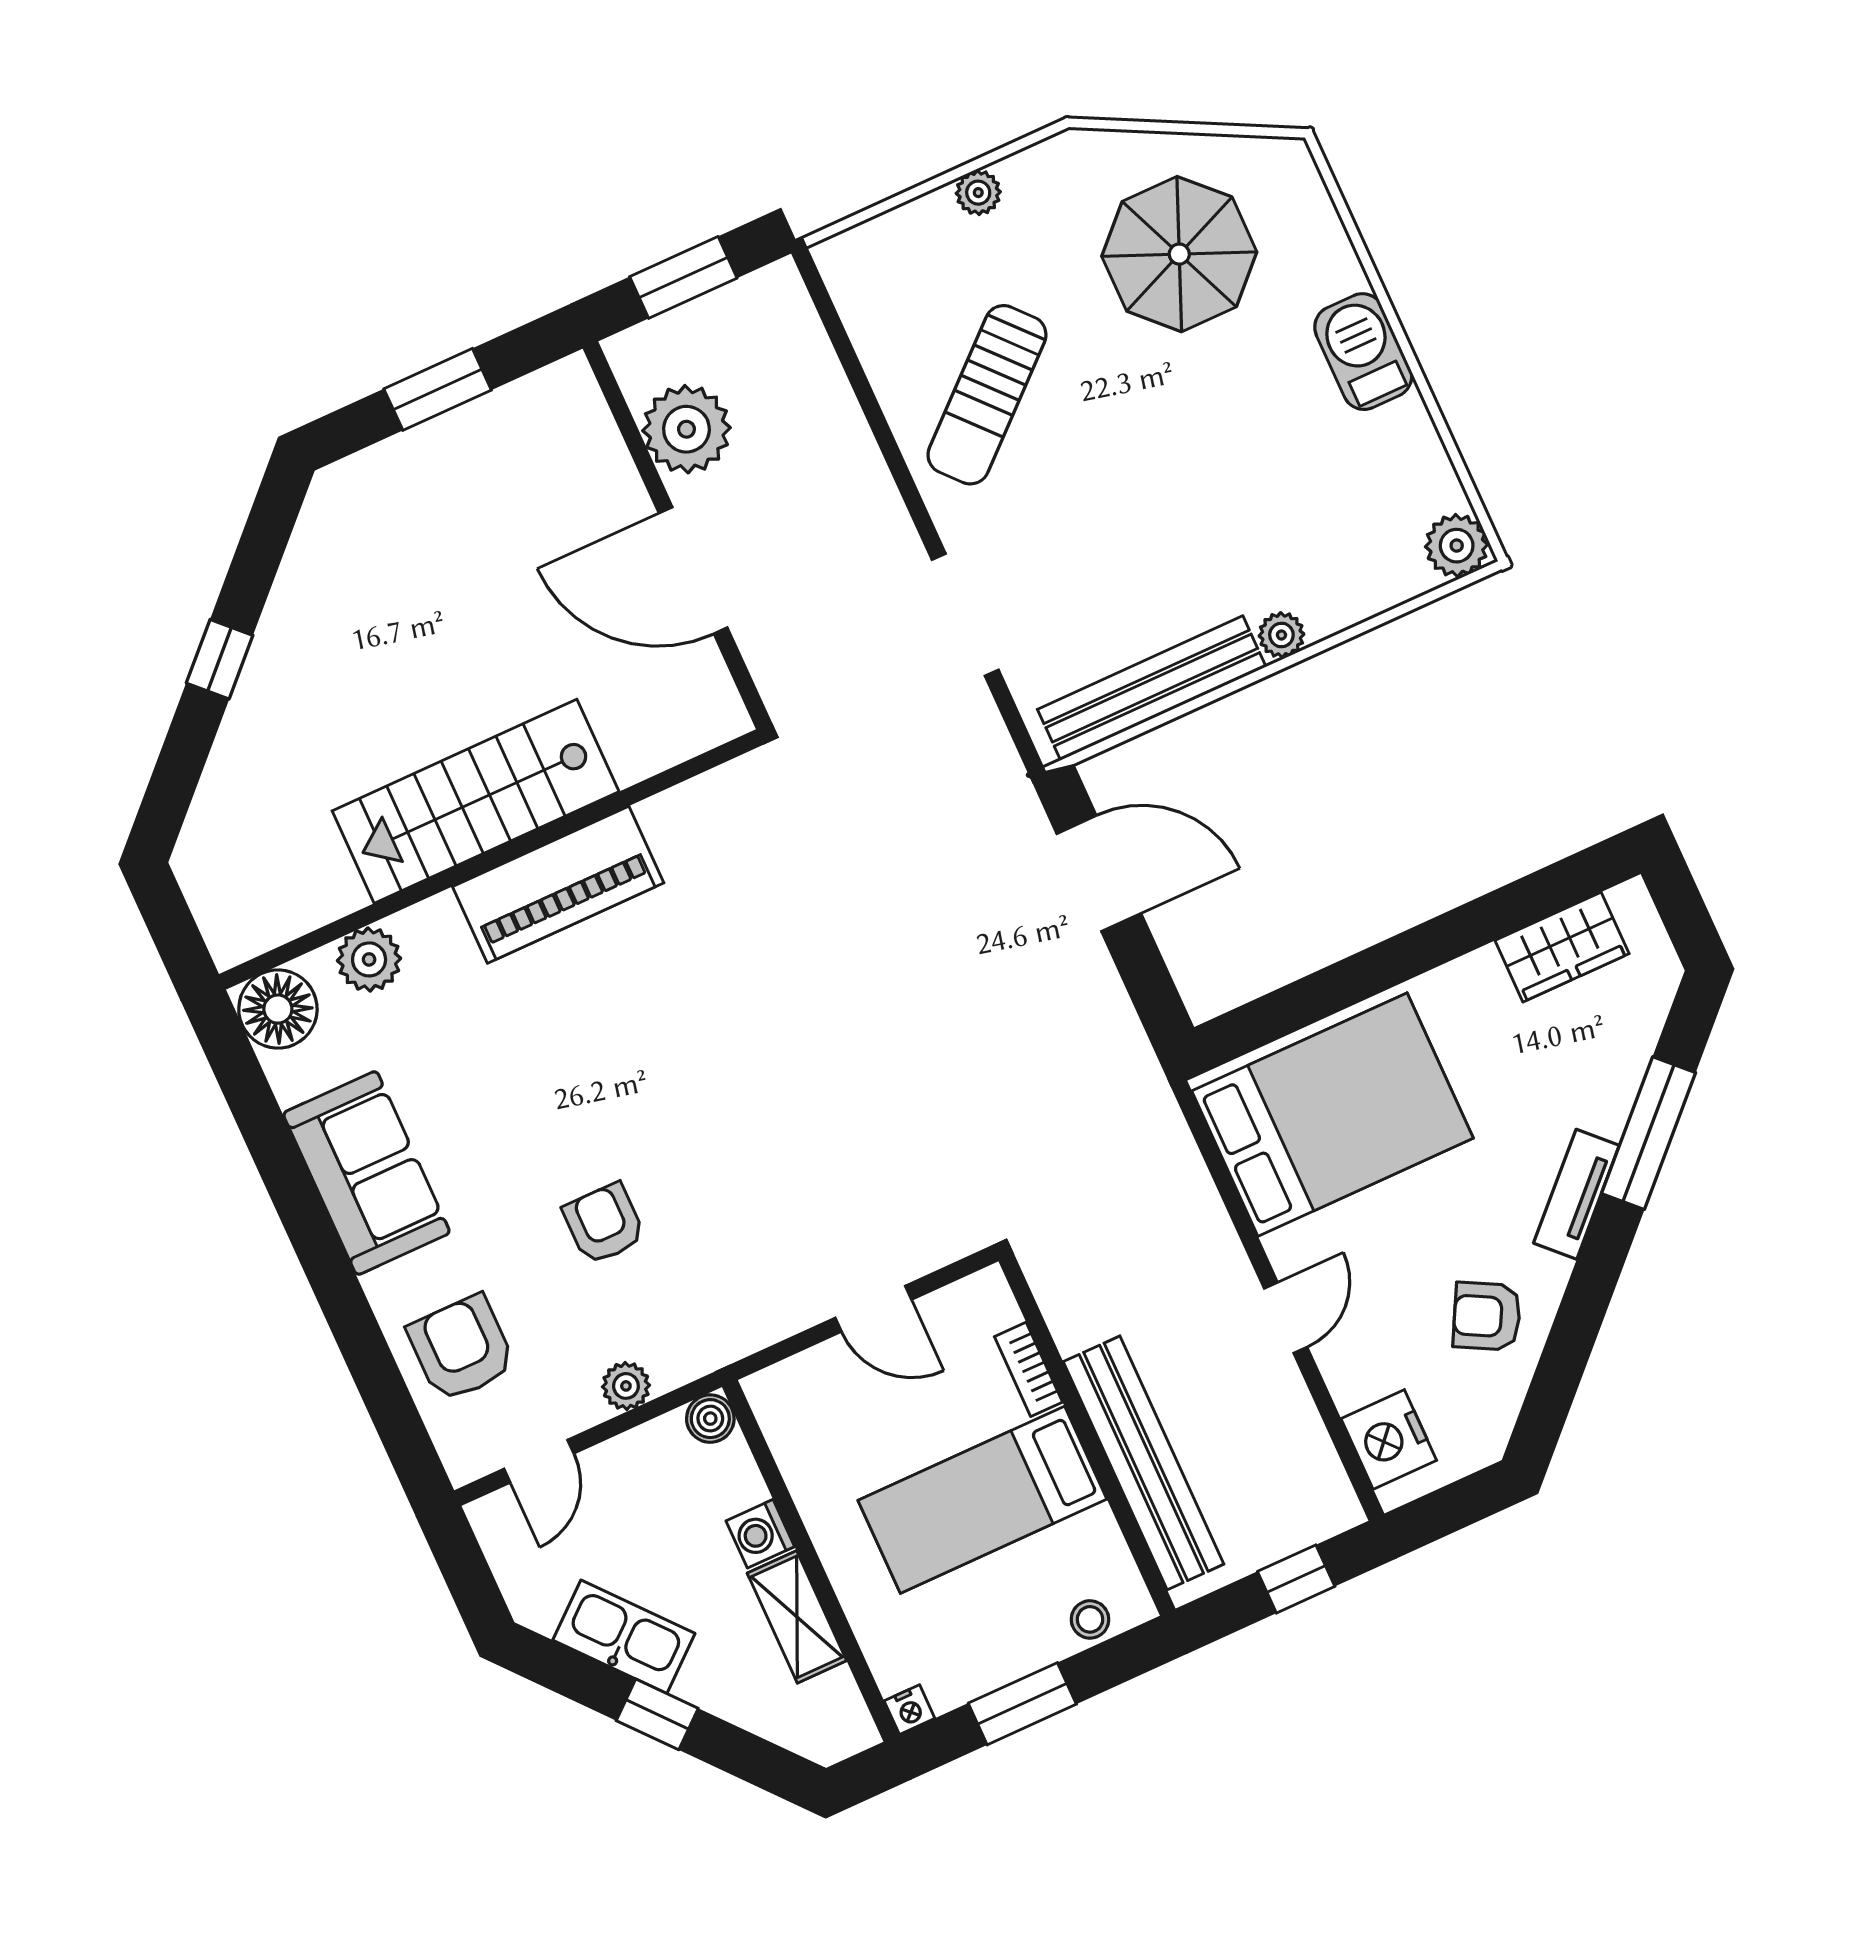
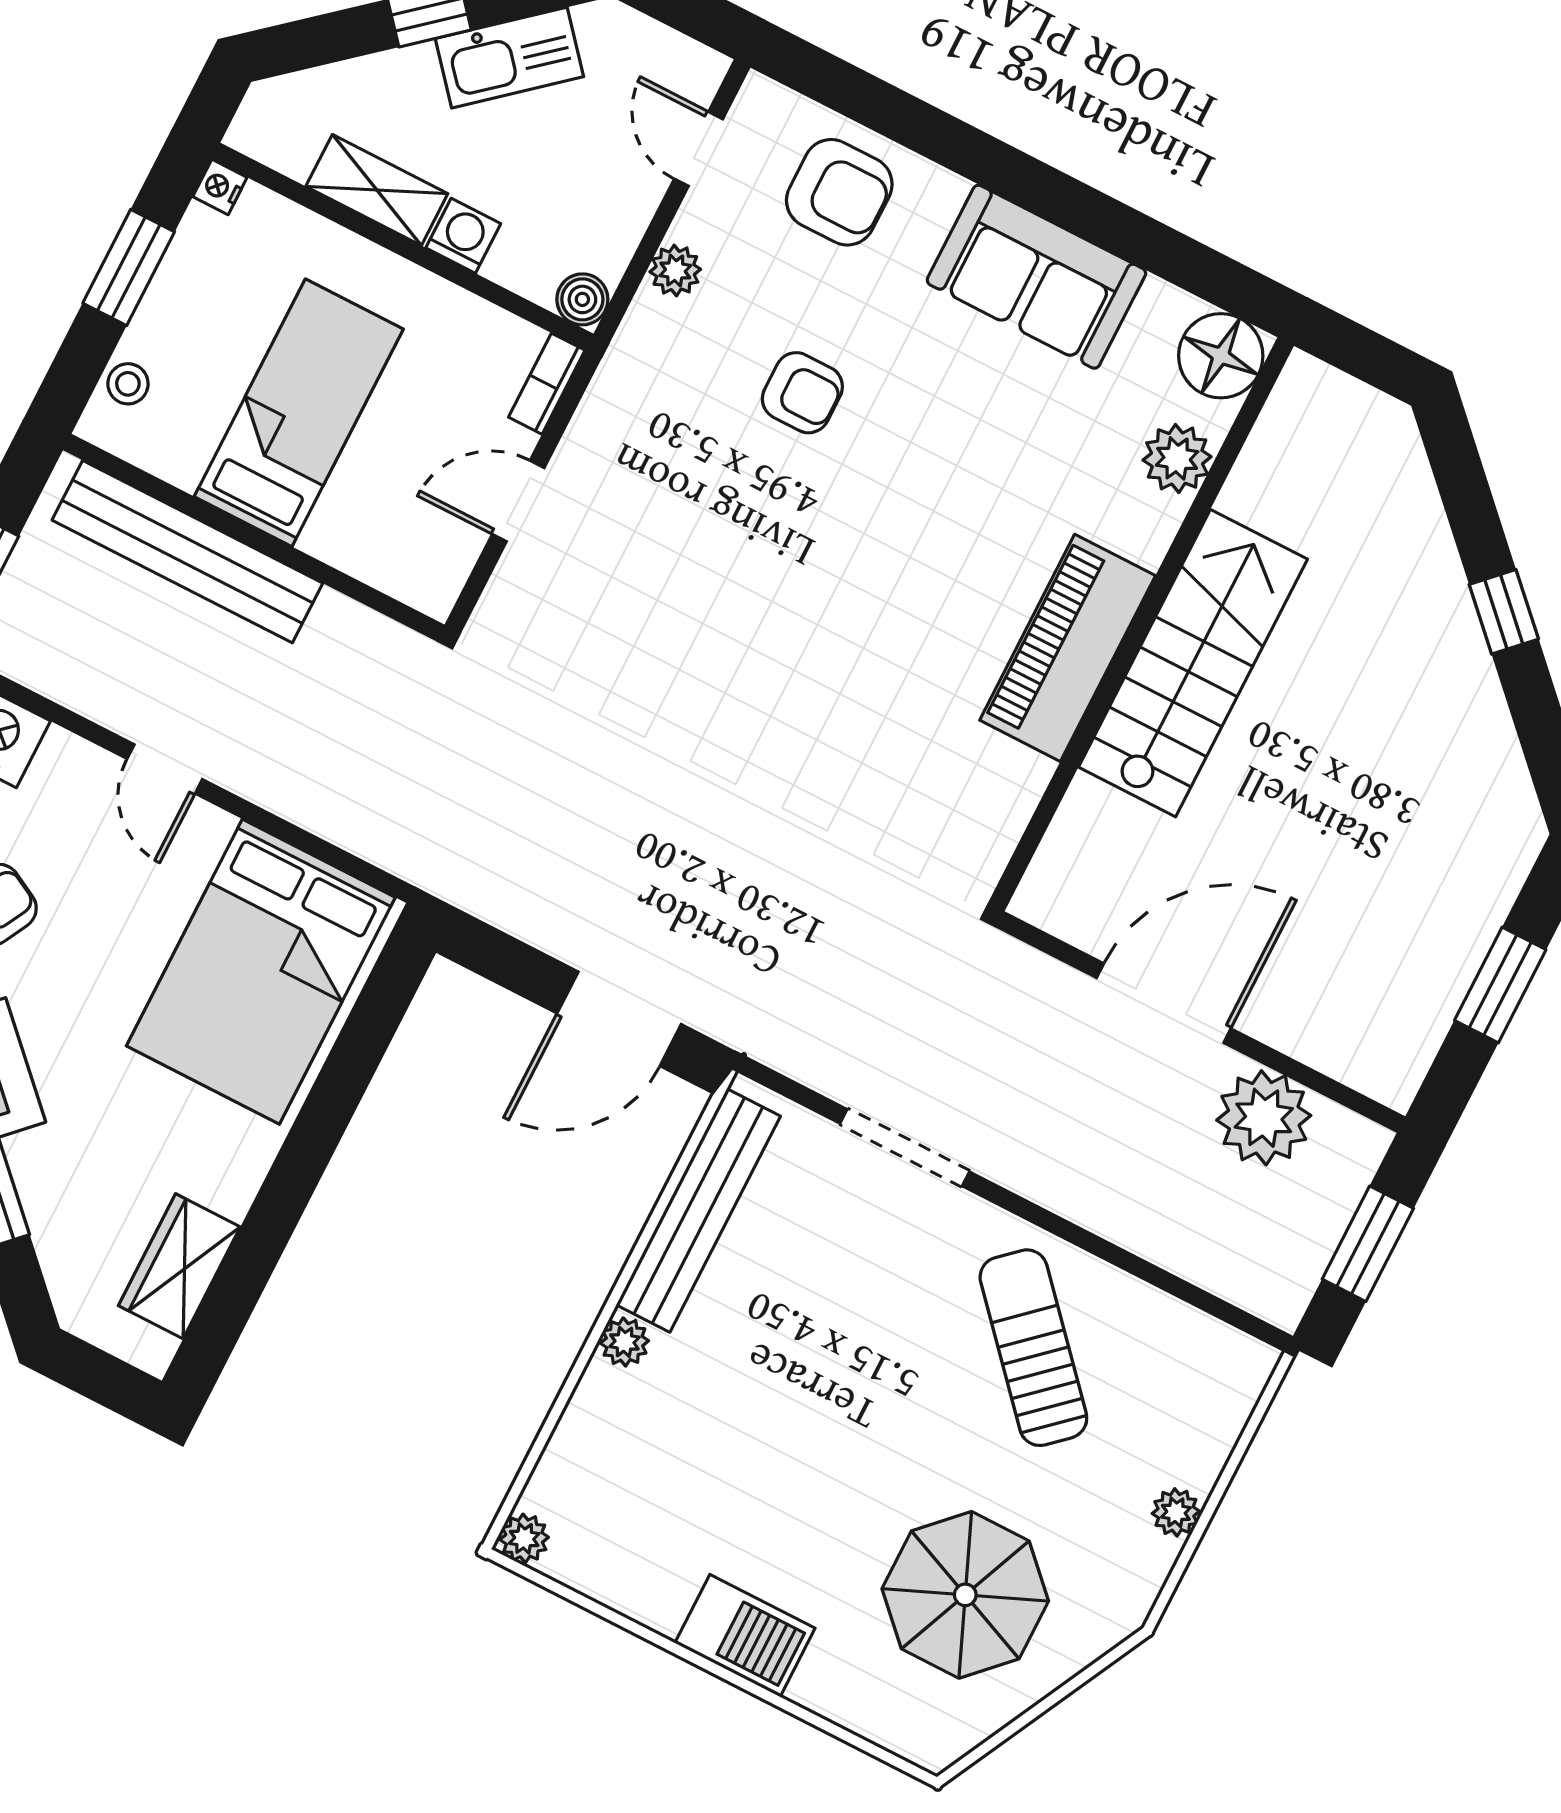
plant: (1457, 546) -> (524, 1538), width x0.73, depth x0.73
bookcase: (1028, 1369) -> (547, 384), moved, turned -90

